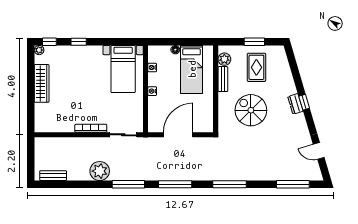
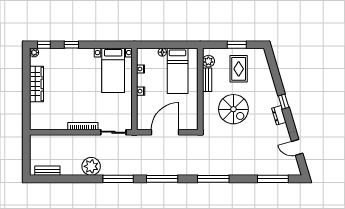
dresser: (295, 104) -> (279, 115), moved
spiral stairs: (251, 110) -> (233, 109), turned 180

